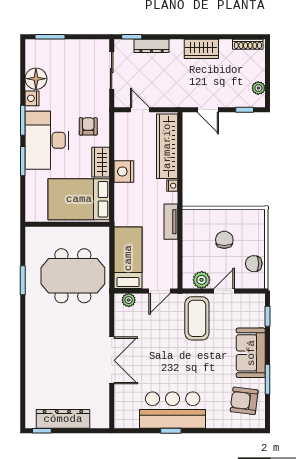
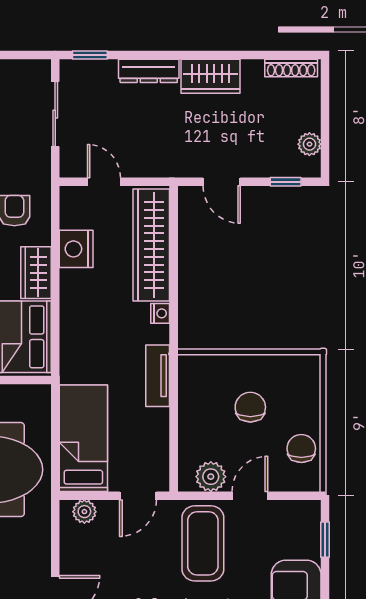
dresser: (152, 46) -> (149, 71), moved
nightstand: (124, 171) -> (76, 249), moved
chair: (254, 264) -> (301, 448), turned 90

